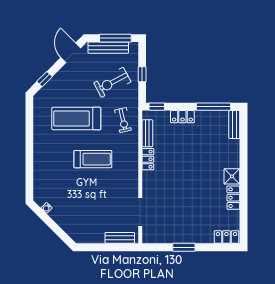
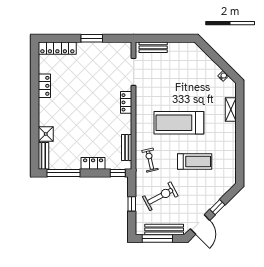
window: (44, 79) -> (217, 207), moved
treadmill: (76, 118) -> (195, 162), width x0.73, depth x0.73
treadmill: (93, 159) -> (179, 123), width x1.37, depth x1.38
locker: (148, 159) -> (126, 102), moved
shelving: (39, 173) -> (231, 109), added
shower: (232, 176) -> (46, 134), moved
locker: (226, 237) -> (57, 48), width x1.53

